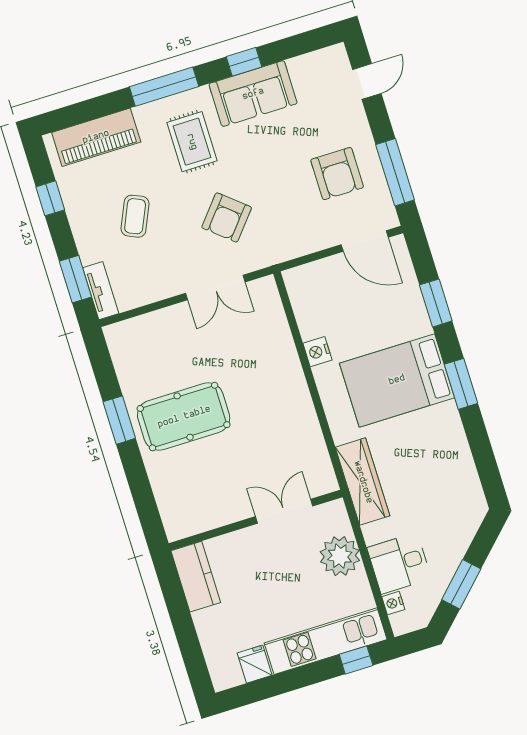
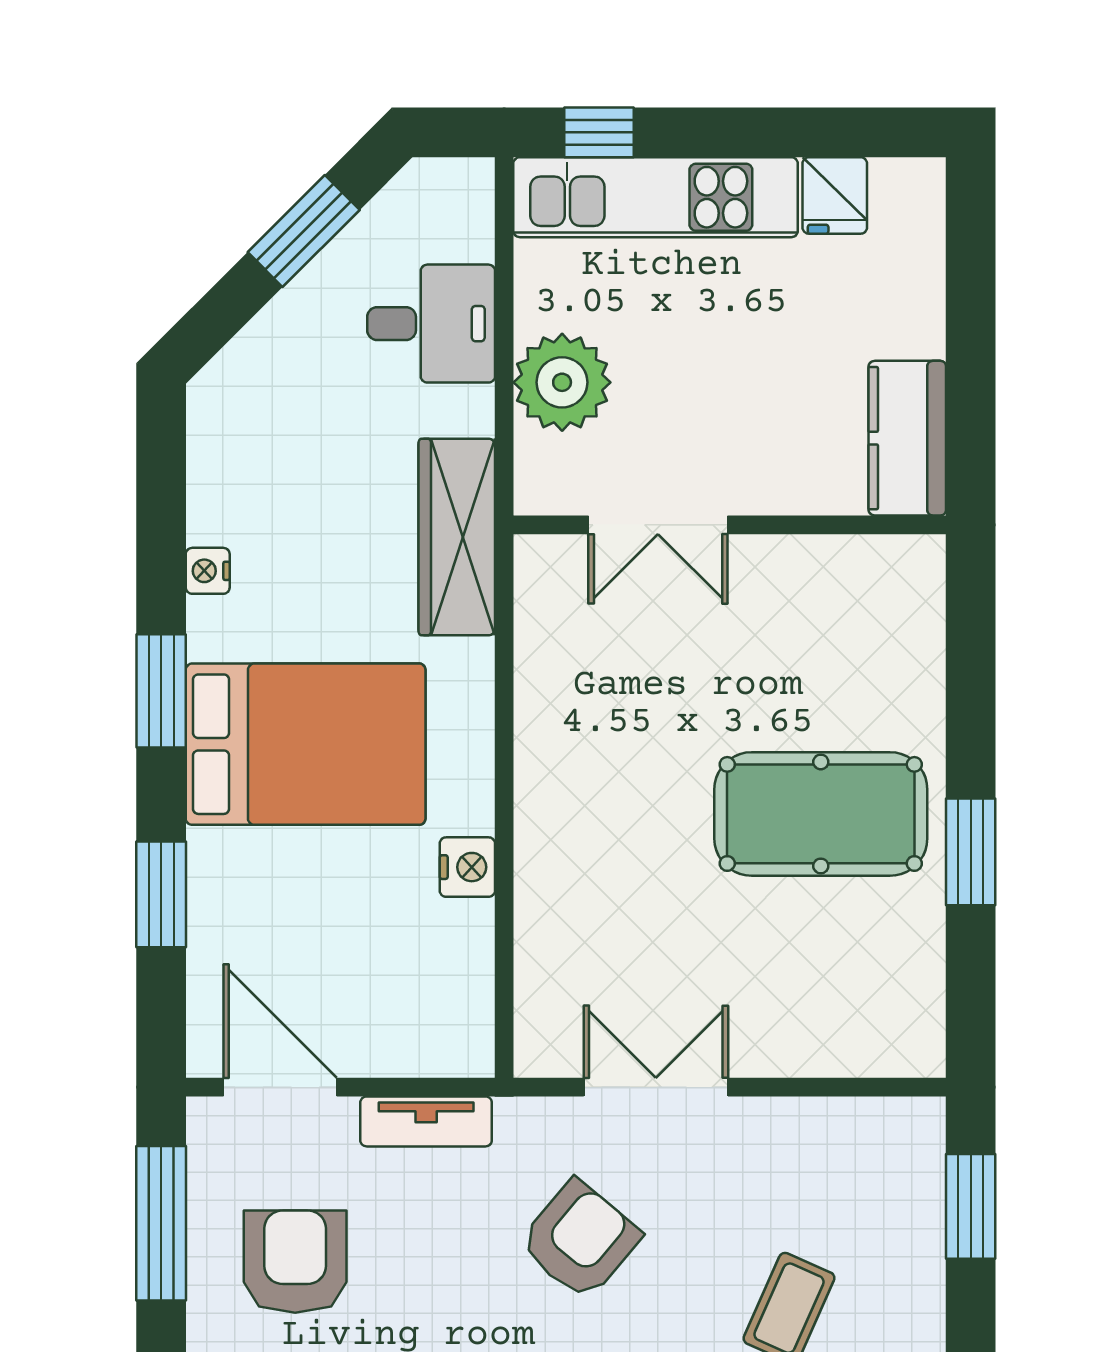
tv unit: (101, 291) -> (426, 1121), moved, turned -90
nightstand: (393, 603) -> (208, 571), moved, turned 180

